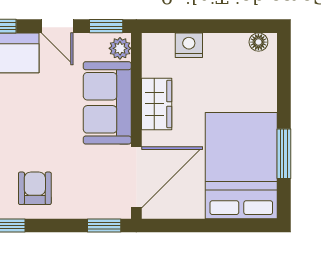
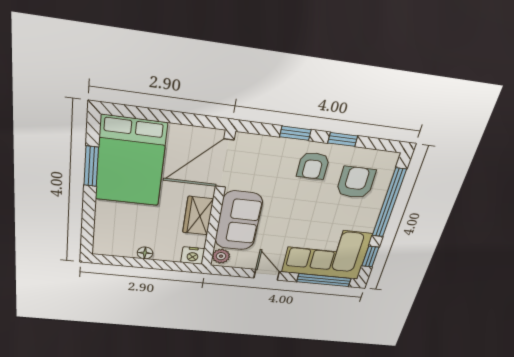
window: (106, 26) -> (229, 271), removed
floor lamp: (258, 42) -> (145, 253), moved
nightstand: (189, 45) -> (193, 256), moved
window: (104, 225) -> (295, 133), moved

